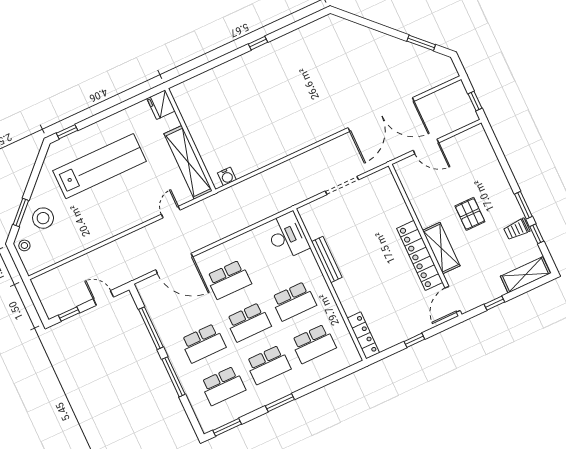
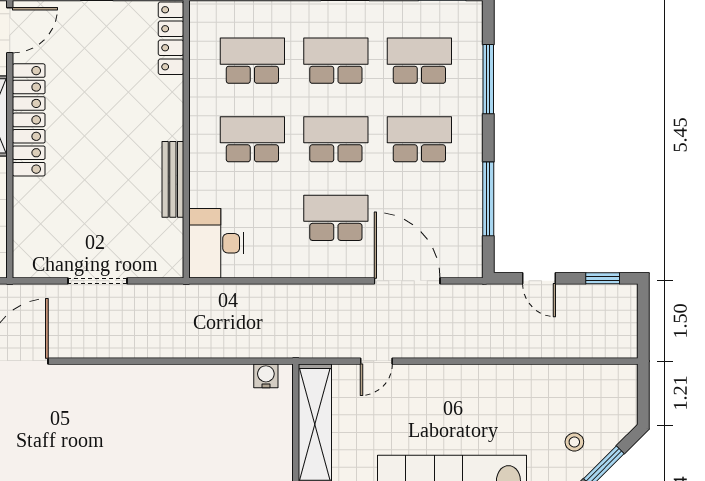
stool: (43, 218) -> (574, 442), width x0.53, depth x0.53
stool: (24, 245) -> (622, 414), removed
window: (173, 377) -> (488, 79), moved

